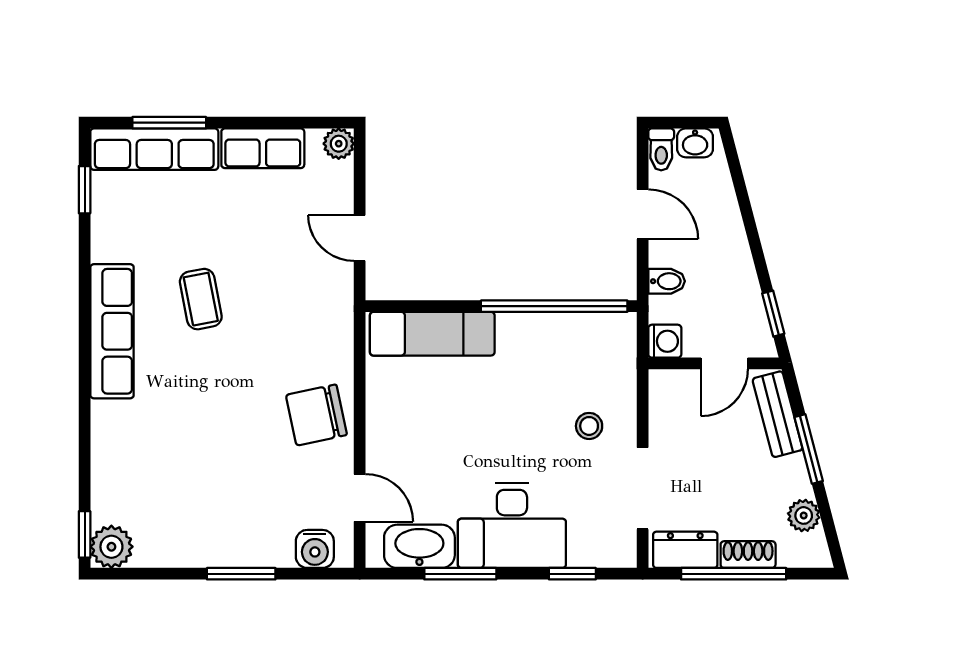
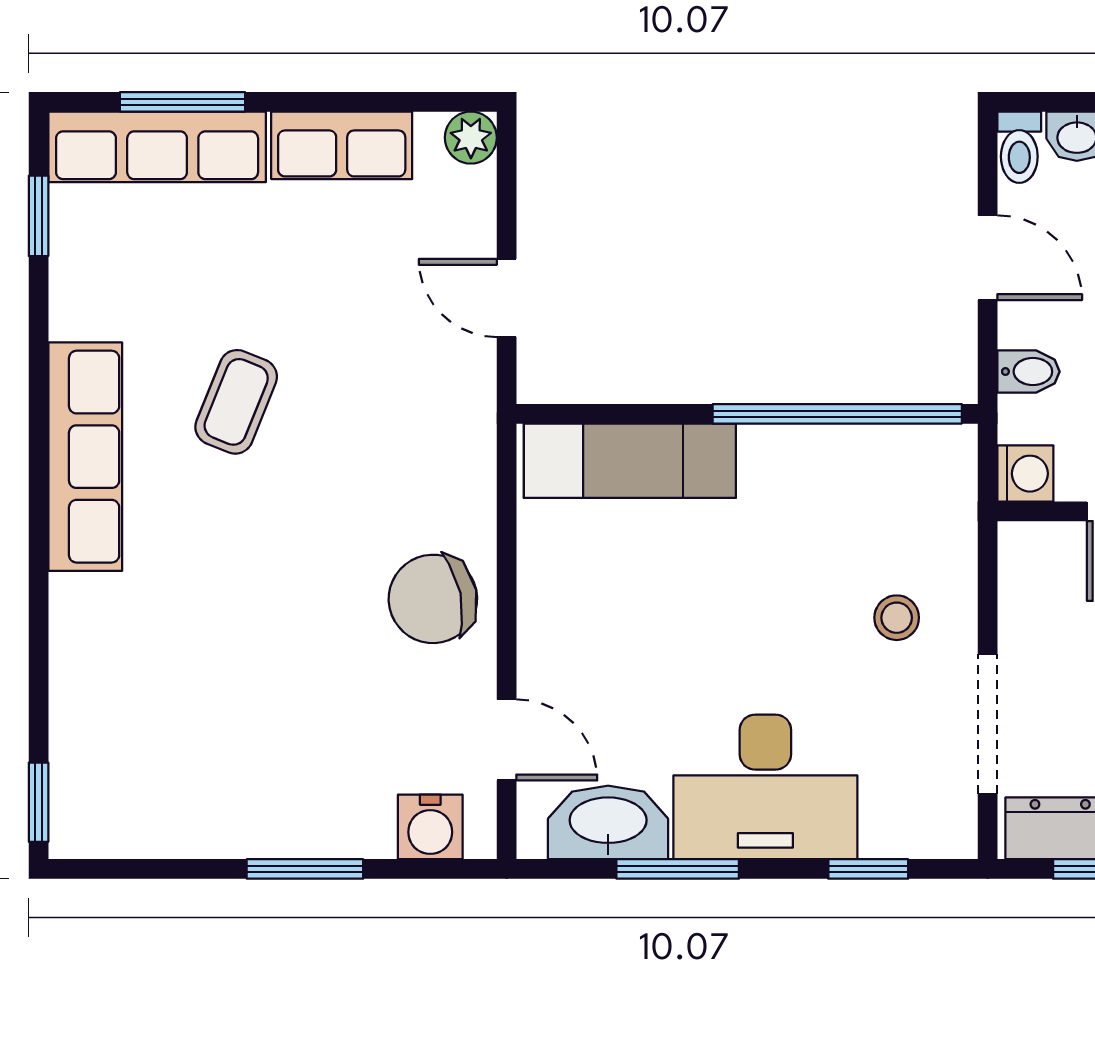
coffee table: (201, 299) -> (236, 402), turned 33
plant: (111, 547) -> (84, 823), removed

